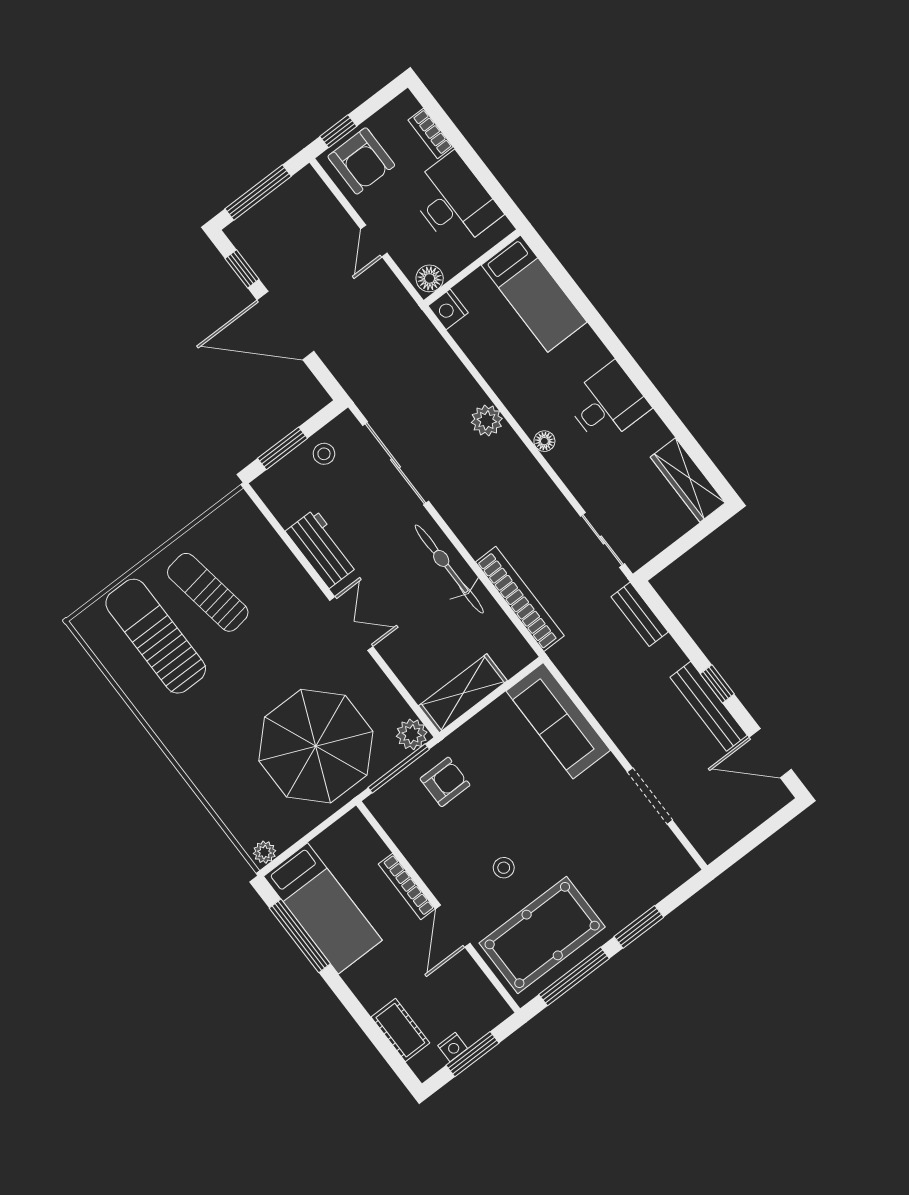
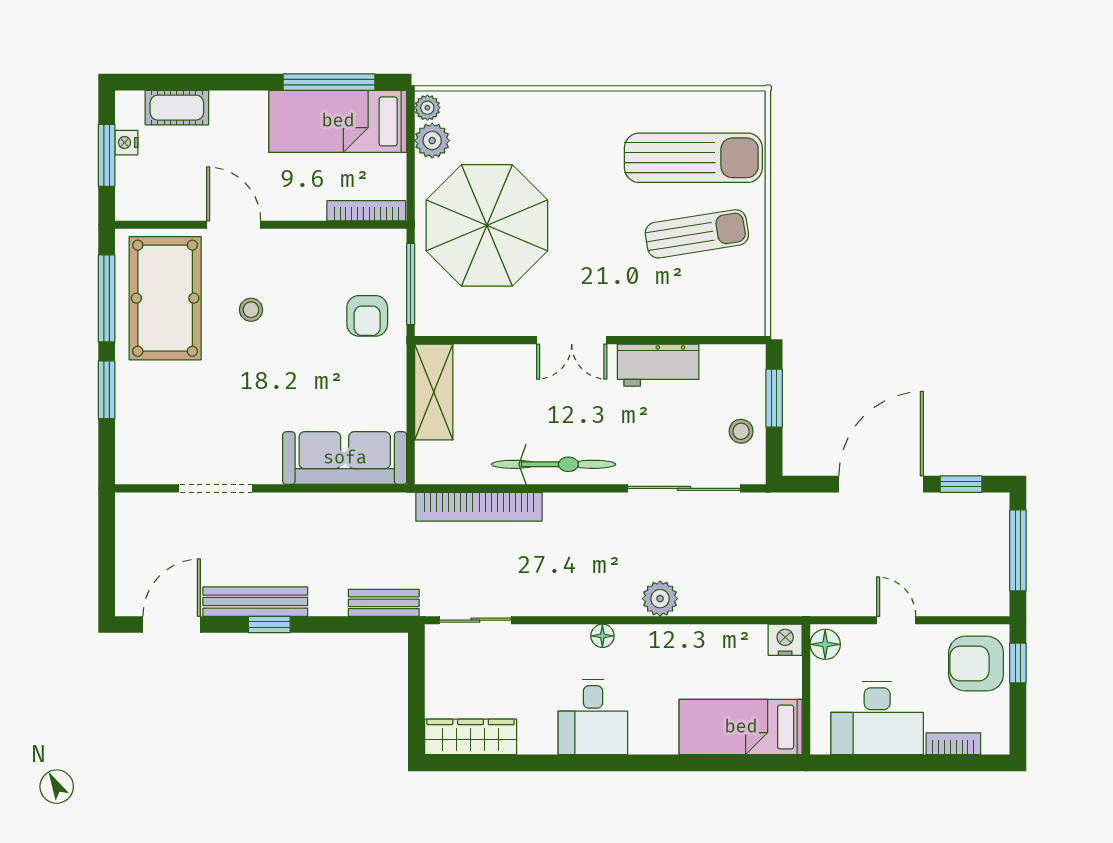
plant: (412, 734) -> (432, 141), moved
bookcase: (407, 886) -> (366, 211), moved

